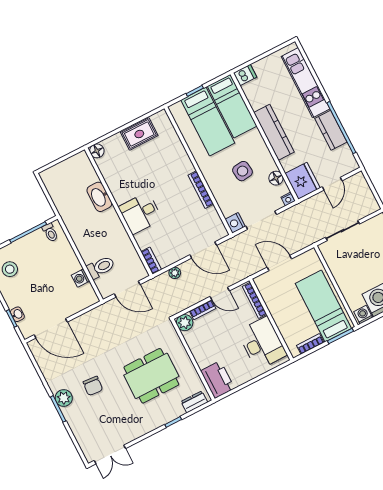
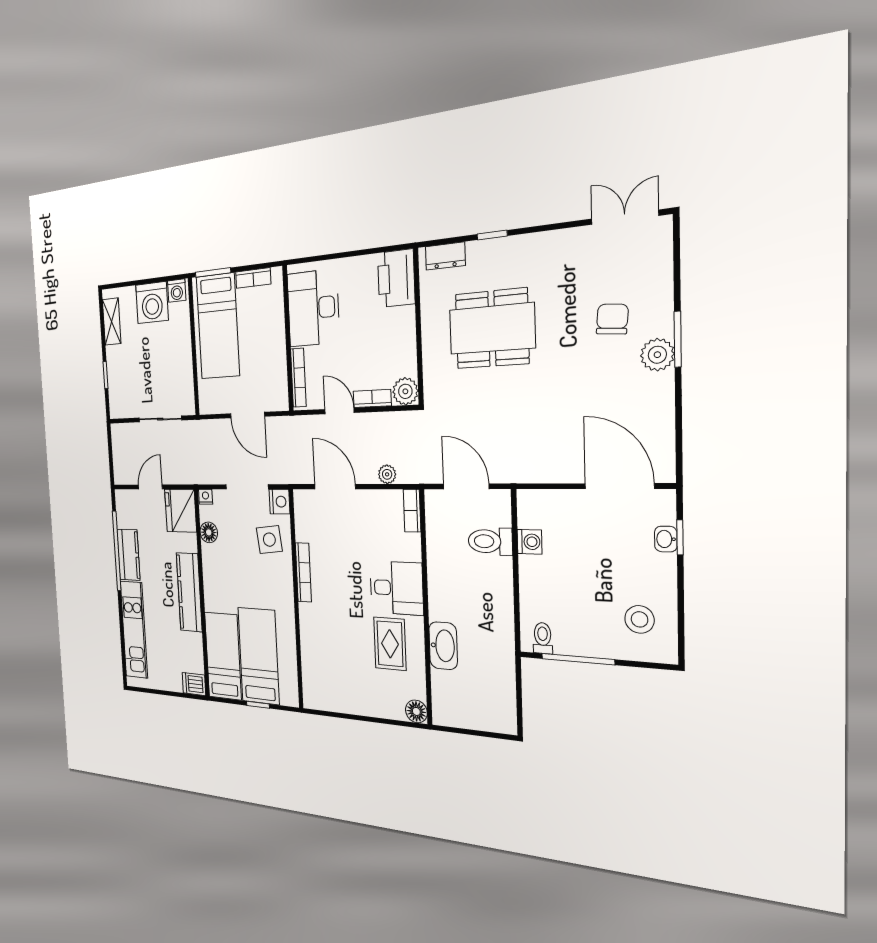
rug: (139, 134) -> (390, 644), moved, turned 90
side table: (242, 171) -> (269, 540), moved
chair: (93, 386) -> (612, 319), moved

